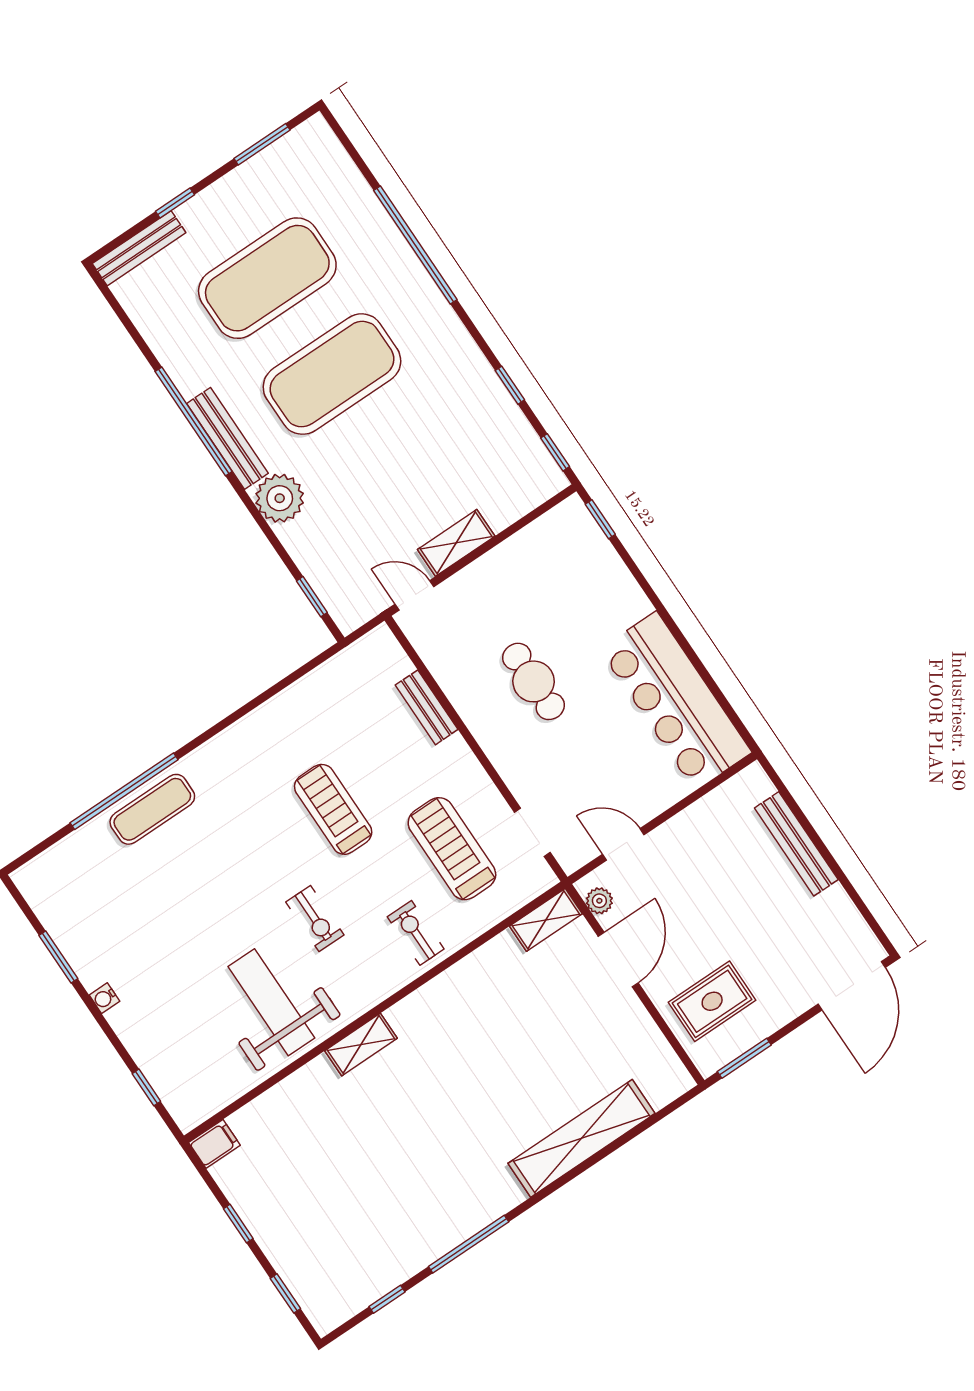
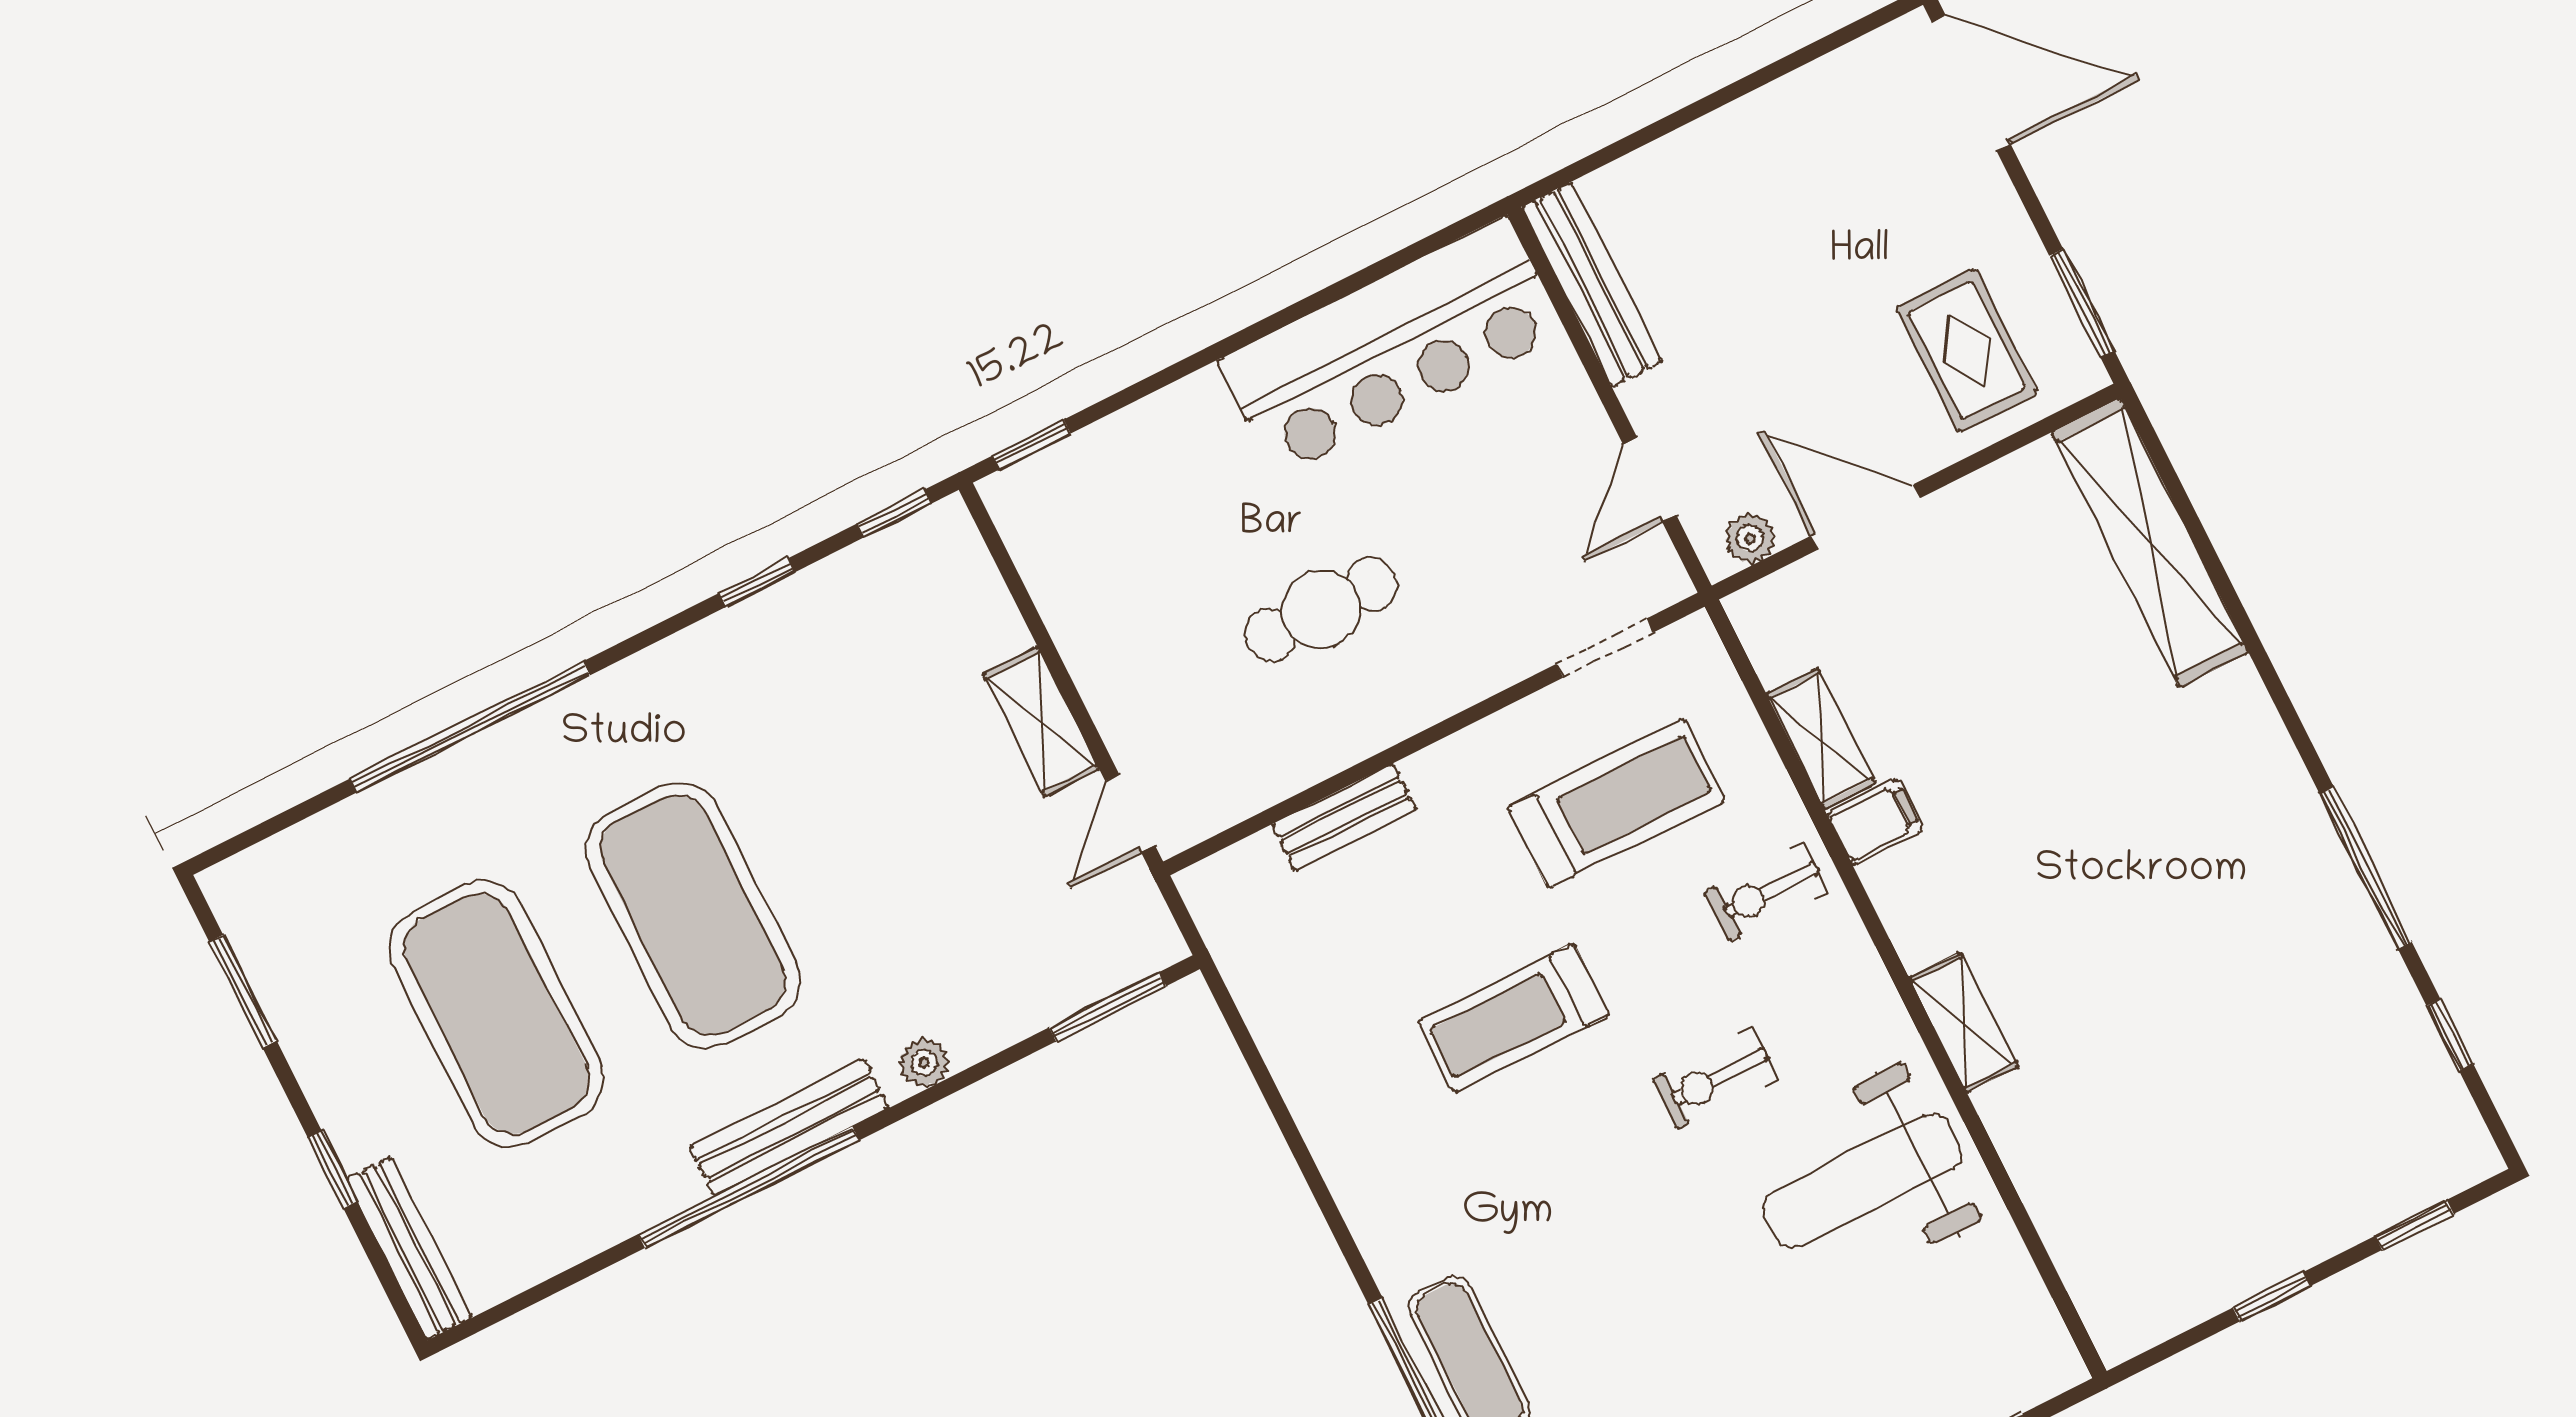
plant: (280, 498) -> (924, 1063), width x0.53, depth x0.53
window: (312, 597) -> (1108, 1007), width x1.50
bench: (796, 844) -> (1592, 284), moved, turned 90
treadmill: (452, 849) -> (1616, 804), turned 180
exercise bike: (315, 919) -> (1715, 1079), turned 180
shelving: (546, 920) -> (1821, 738), moved
shelving: (582, 1138) -> (2150, 542), moved
filing cabinet: (214, 1144) -> (1875, 822), moved, turned 90

